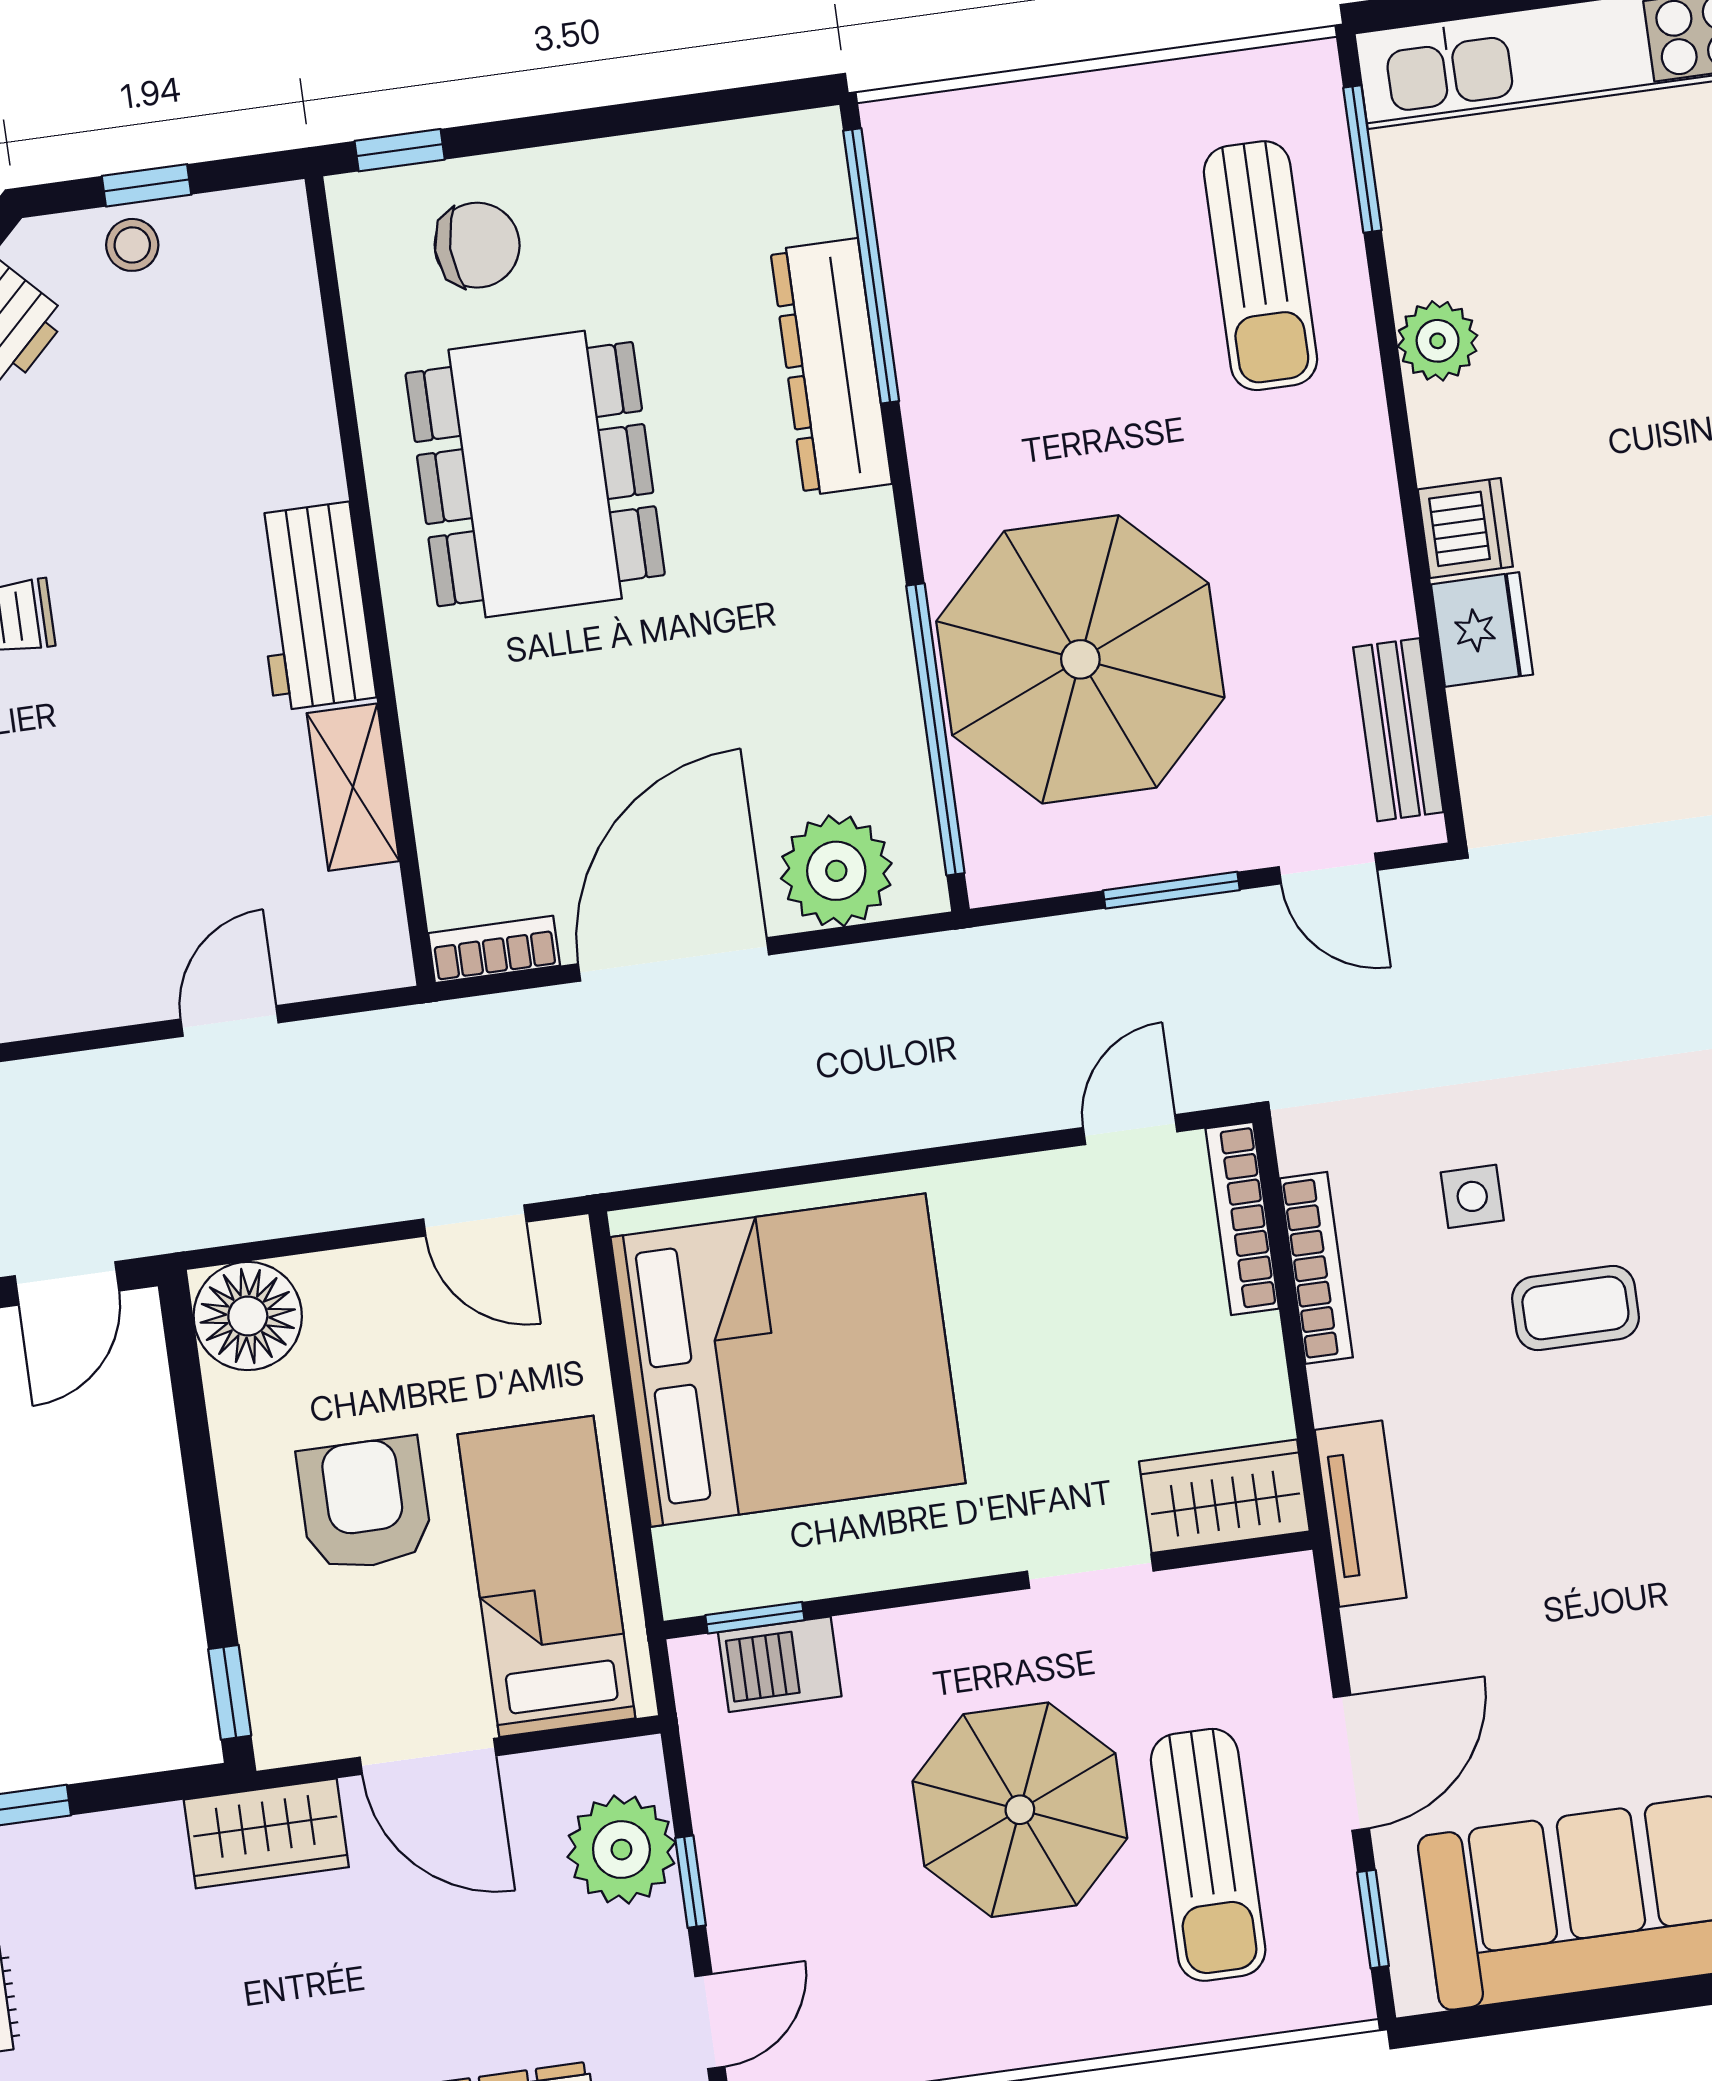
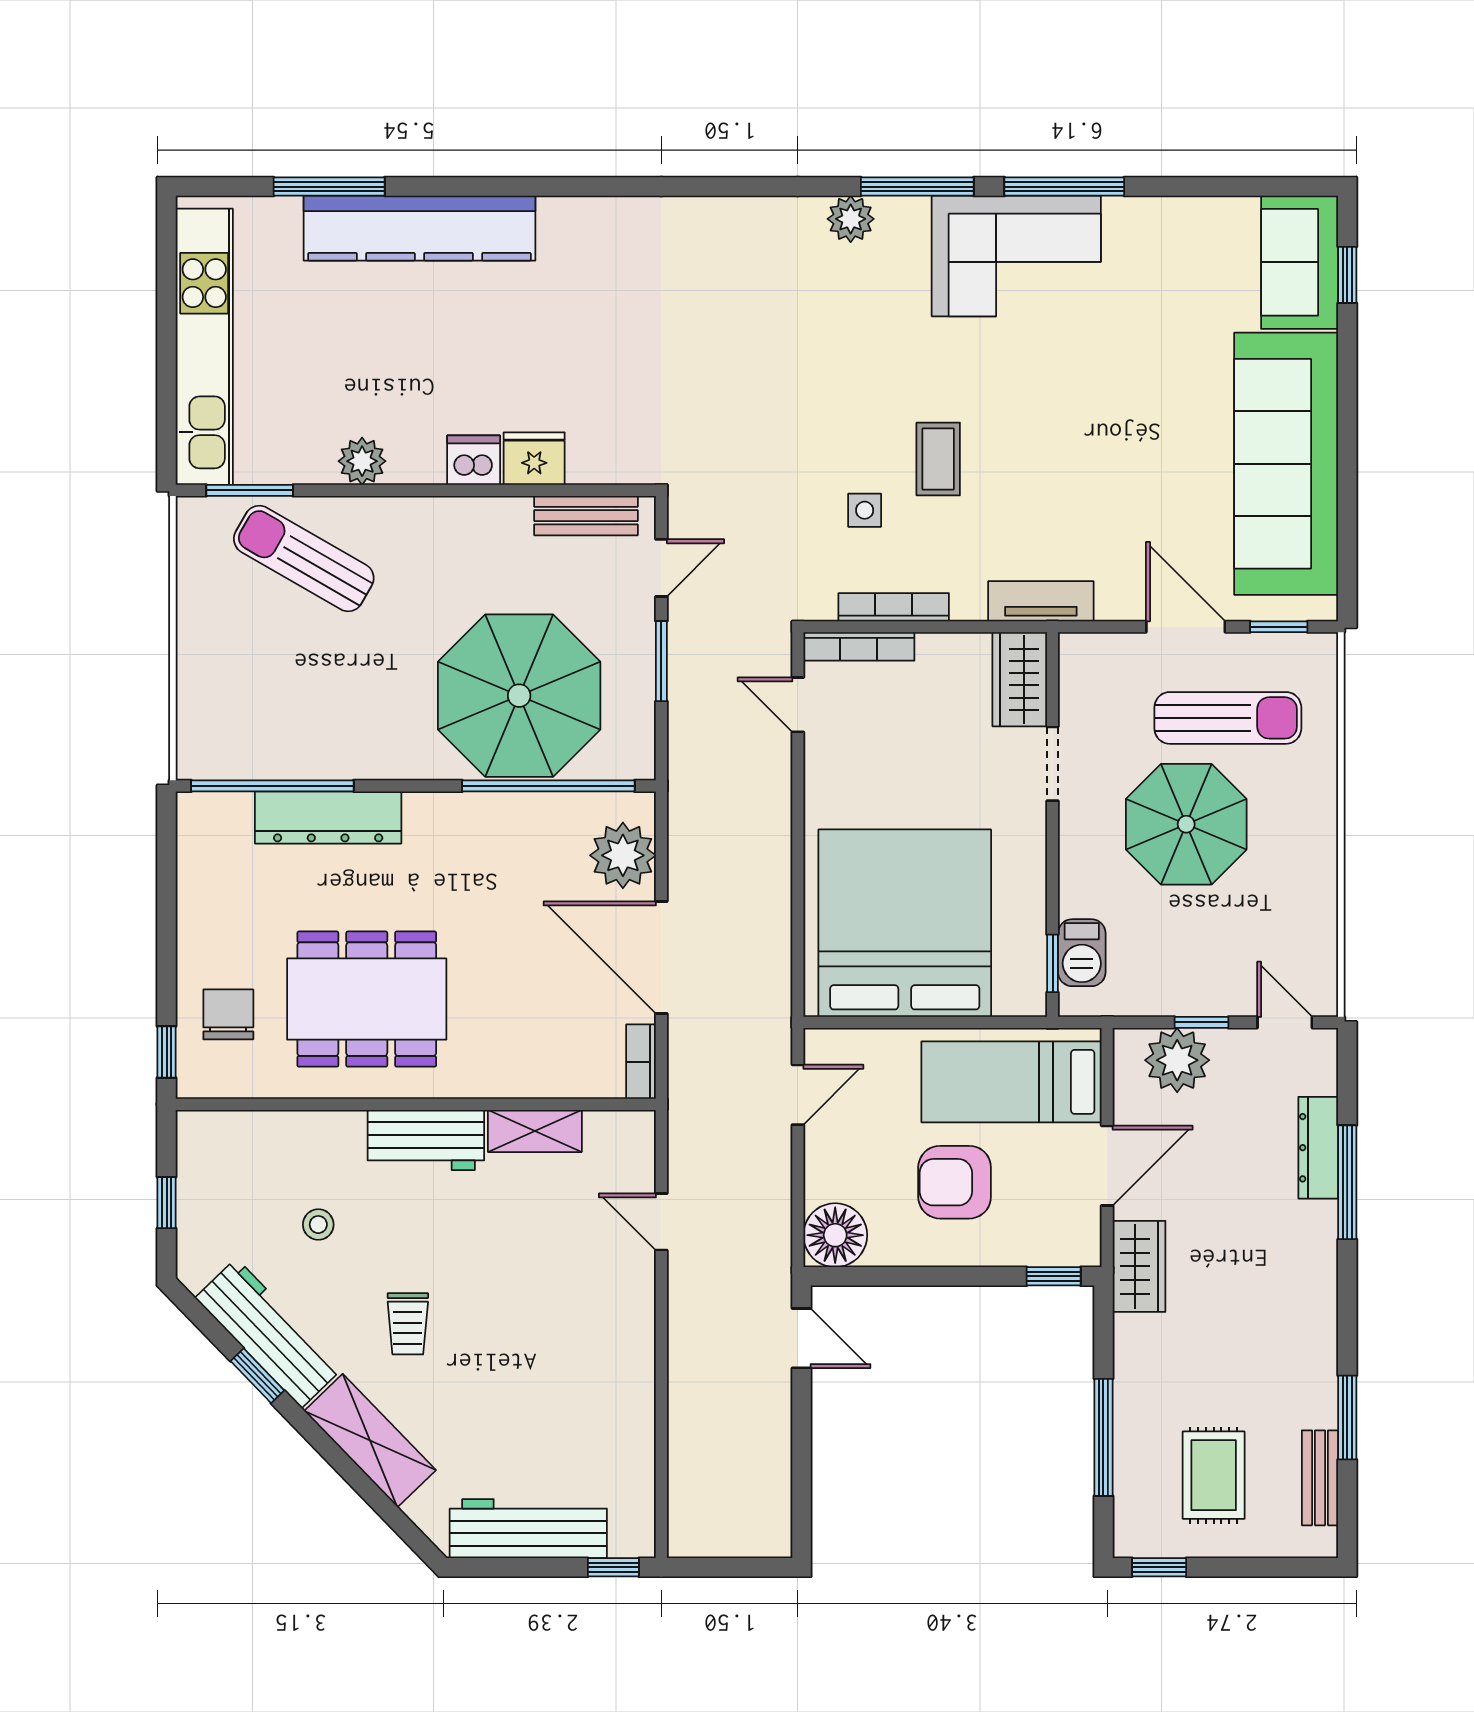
stool: (132, 245) -> (318, 1225), moved
sun lounger: (1261, 266) -> (304, 558), turned -150

